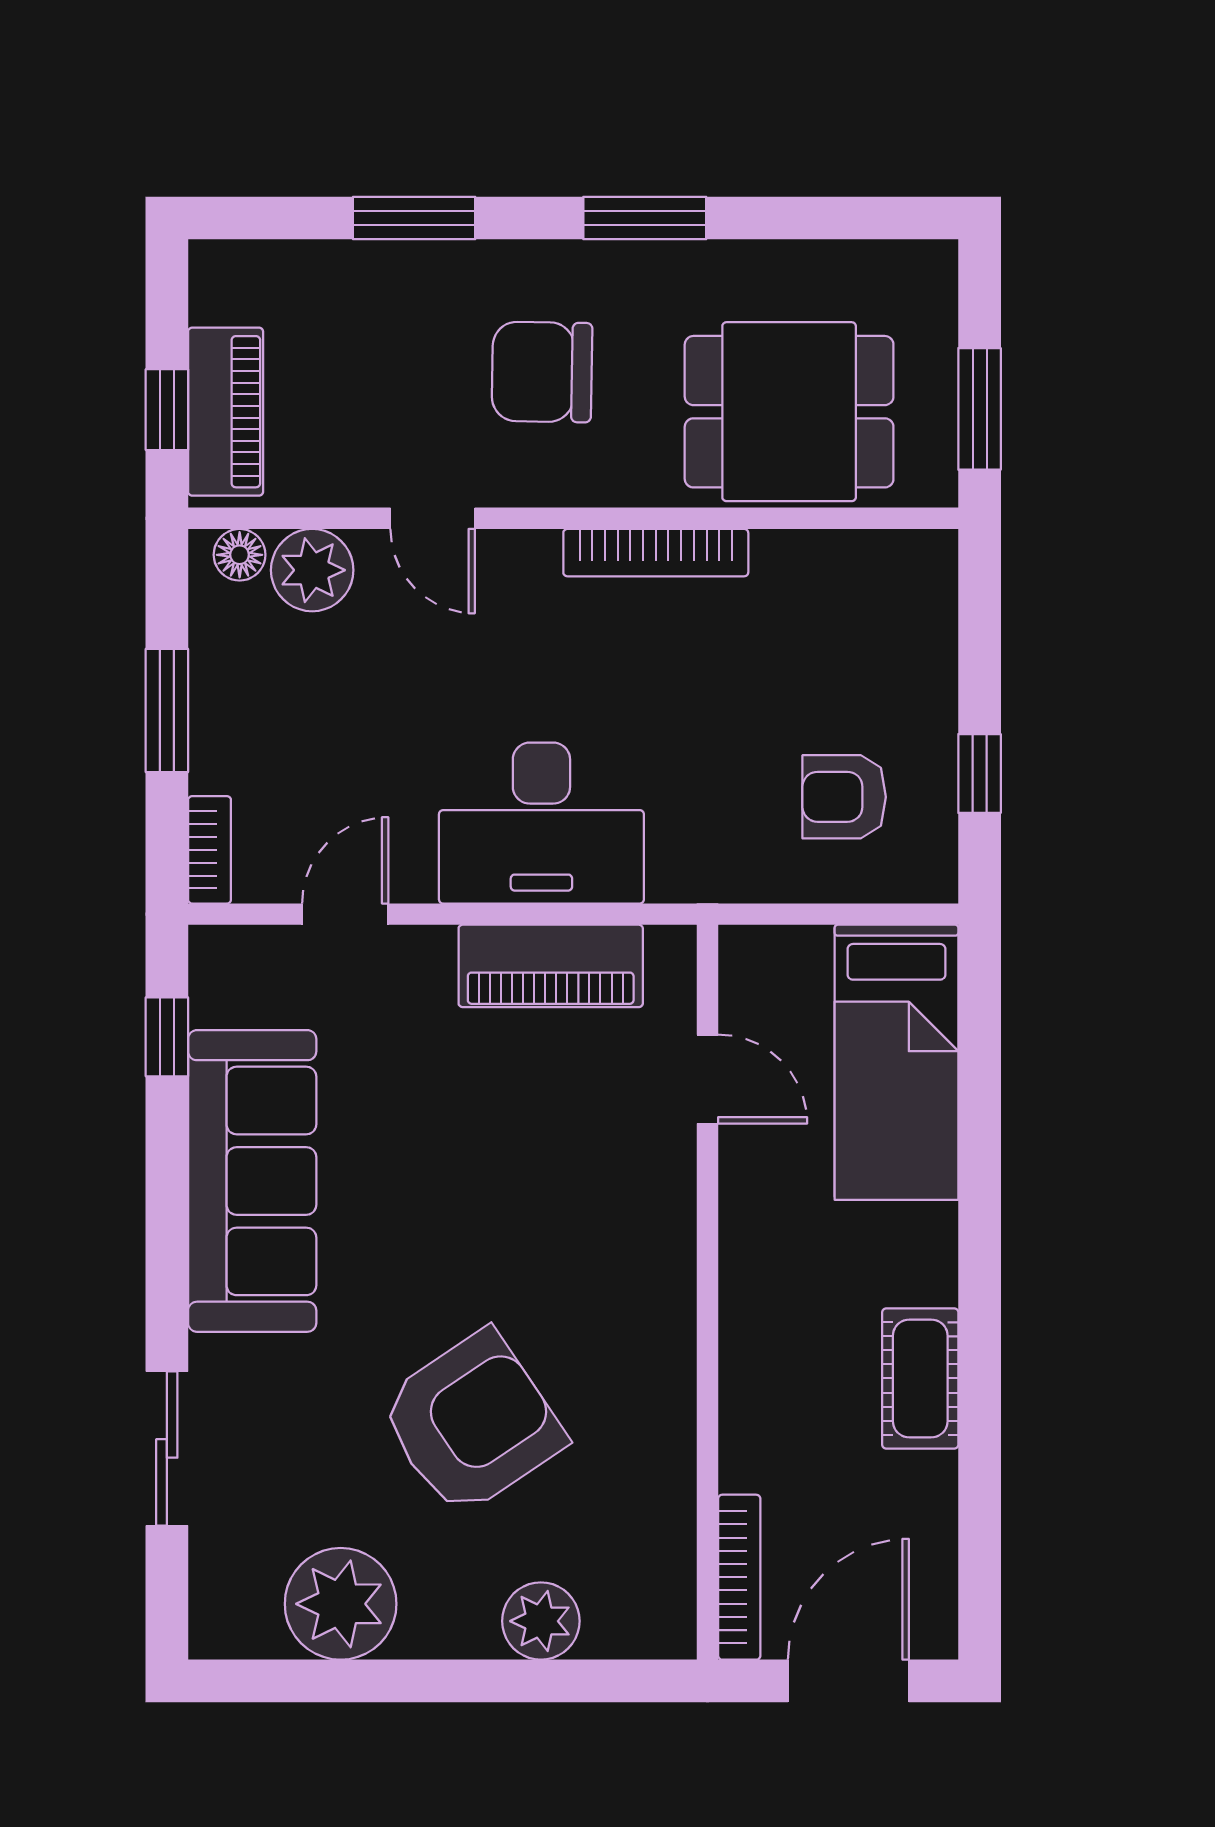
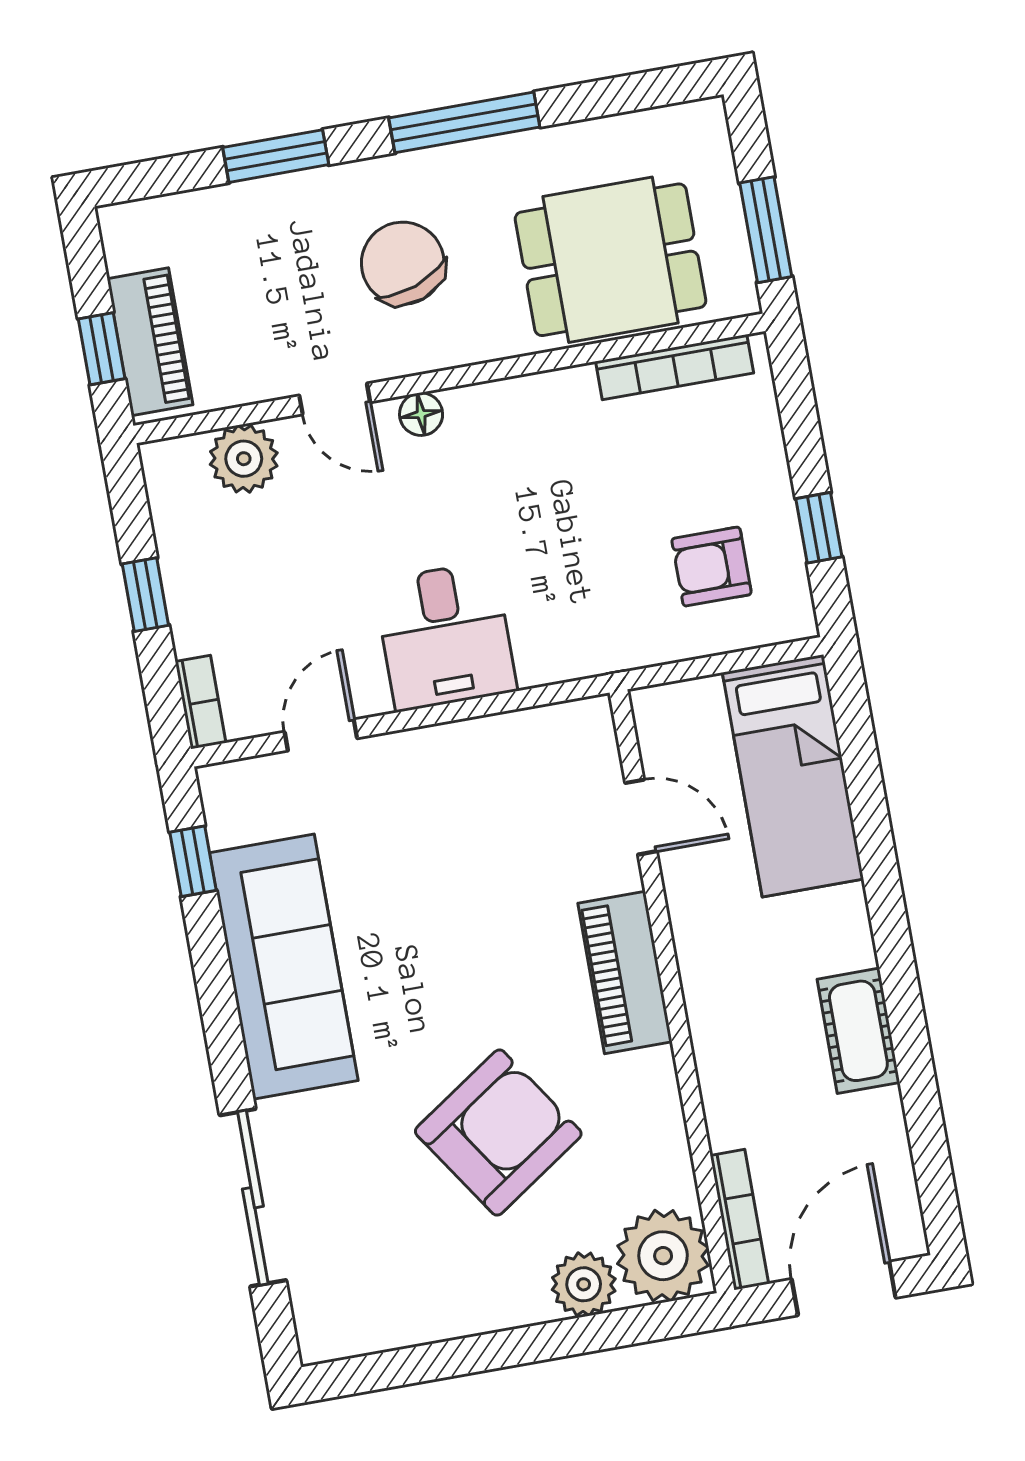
window: (645, 218) -> (464, 122), width x1.44
chair: (542, 372) -> (403, 263), turned 69
bookcase: (656, 553) -> (675, 367), moved
floor lamp: (240, 555) -> (421, 414), moved
window: (167, 711) -> (145, 595), width x0.67
desk: (541, 823) -> (445, 636), width x0.73
piano: (551, 966) -> (625, 972), moved, turned 90
sliding door: (167, 1448) -> (253, 1198), width x1.37
plant: (341, 1604) -> (663, 1256), moved

